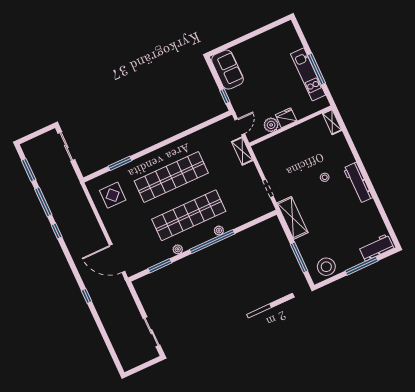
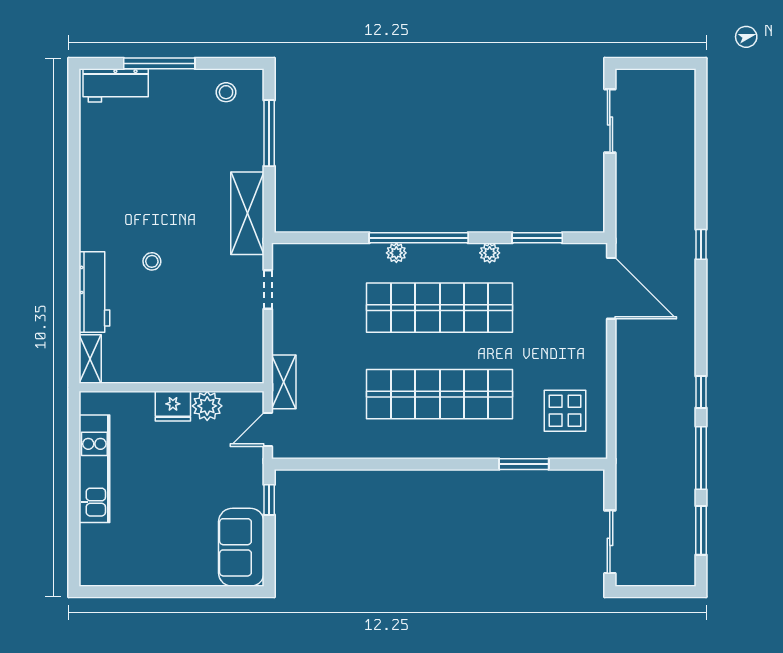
window: (316, 69) -> (74, 471), removed
workbench: (358, 183) -> (94, 292), moved
stool: (326, 267) -> (226, 92), width x0.53, depth x0.53

